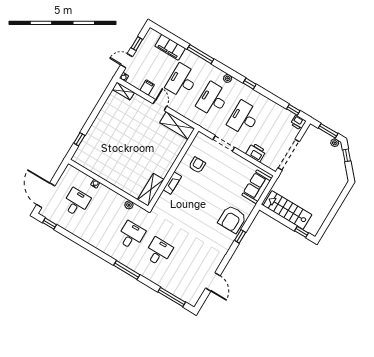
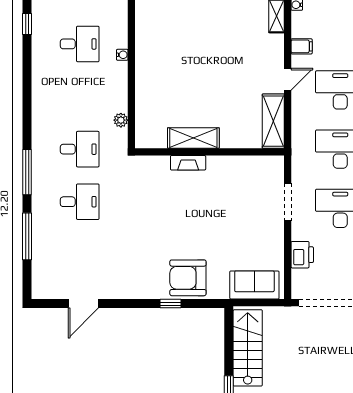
armchair: (197, 165) -> (235, 183), removed
shelving: (151, 190) -> (193, 138), moved
window: (172, 297) -> (27, 236), moved

